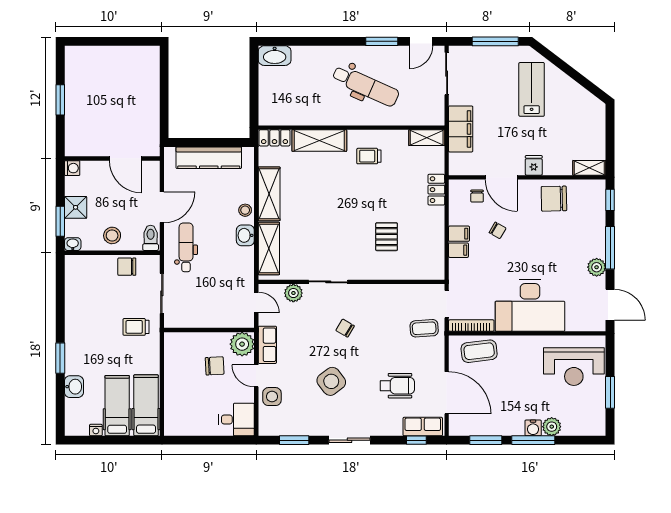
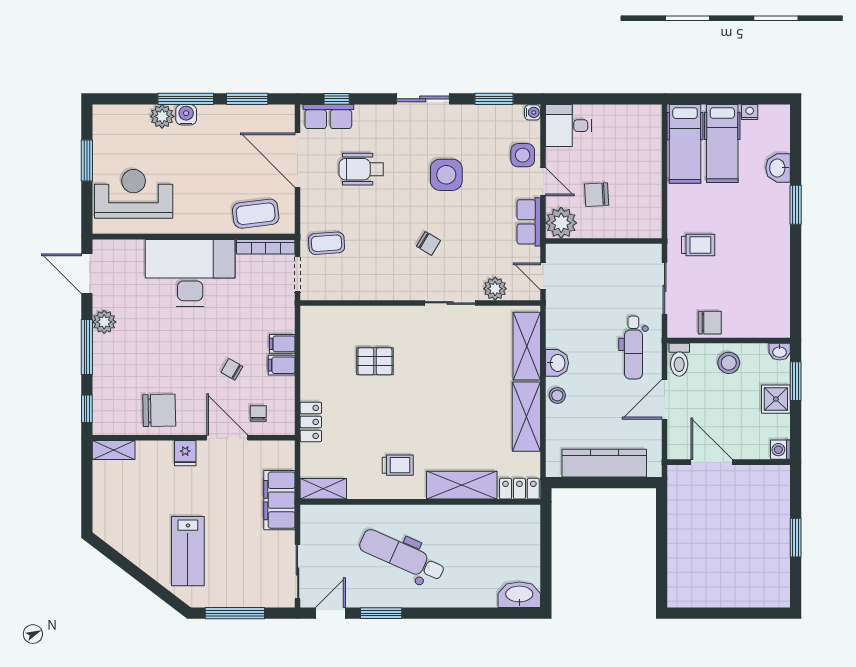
pallet: (387, 237) -> (375, 361), turned 90
side table: (331, 381) -> (446, 175), turned 37
water cooler: (264, 430) -> (533, 112), added

